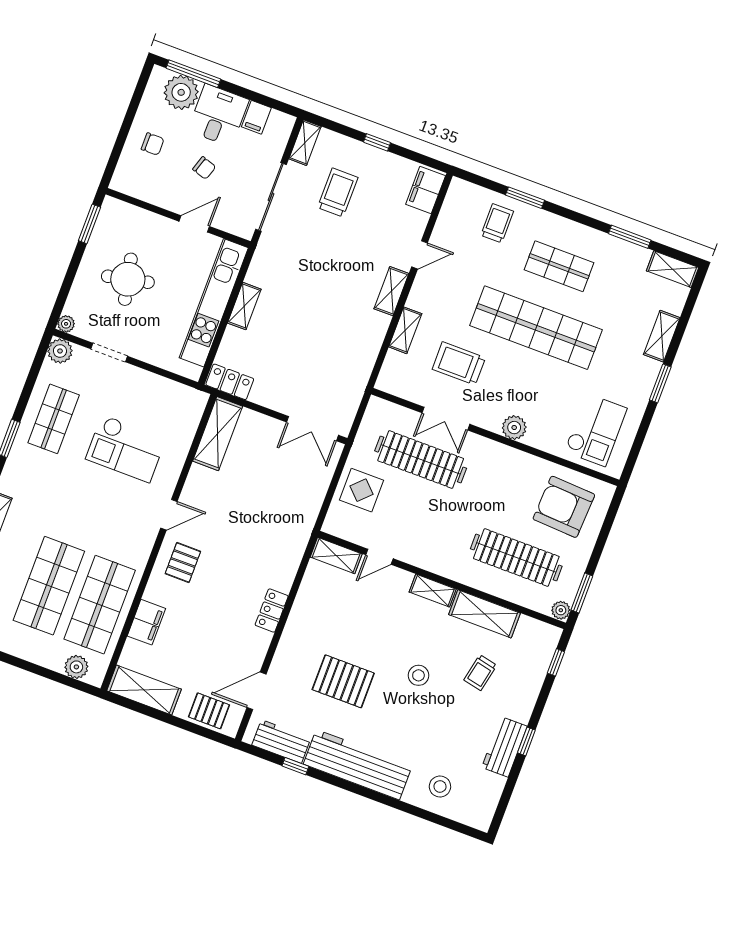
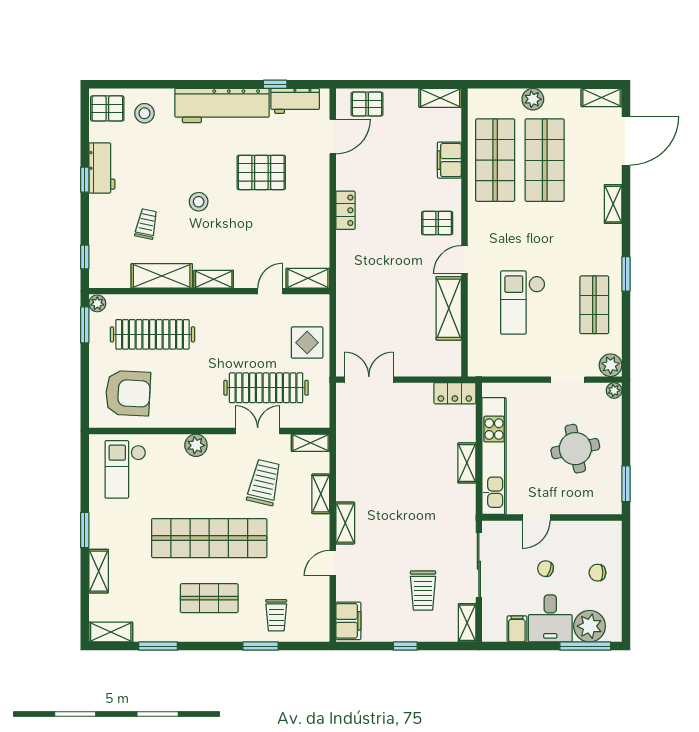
trolley: (459, 363) -> (264, 483), turned -77
shelving: (396, 386) -> (310, 443), added
shelving: (218, 434) -> (449, 308), moved
checkout: (126, 449) -> (523, 302), turned -90
pallet: (183, 563) -> (437, 223), turned 90
plant: (76, 667) -> (533, 99), moved
shelving: (144, 690) -> (440, 98), width x0.67, depth x0.75
pallet: (476, 806) -> (107, 108), added

